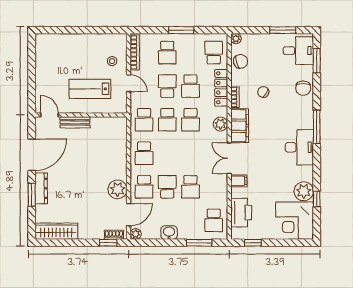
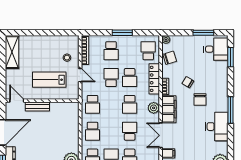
shelving: (43, 54) -> (12, 52), added
chair: (303, 88) -> (200, 100), moved
school desk: (167, 120) -> (130, 131), moved, turned 180

